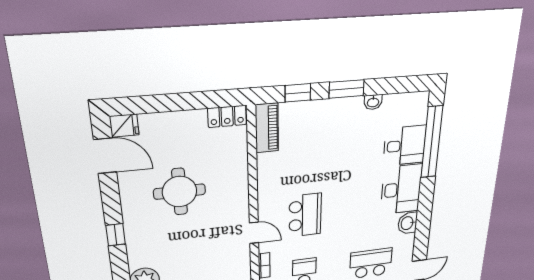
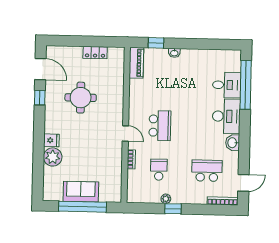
window: (346, 89) -> (186, 44), removed
washbasin: (373, 102) -> (174, 53), moved
locker: (227, 116) -> (95, 53), moved
fridge: (124, 126) -> (51, 140), moved
window: (116, 235) -> (40, 98), moved

